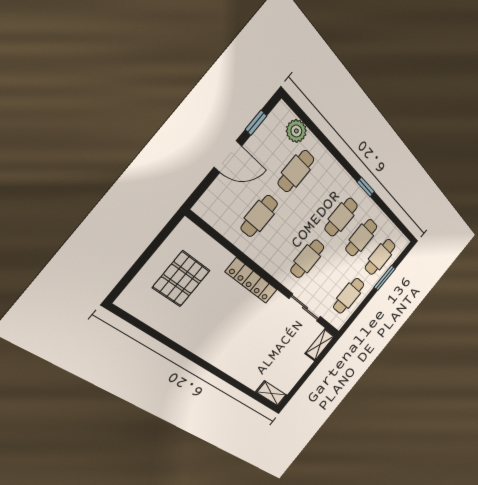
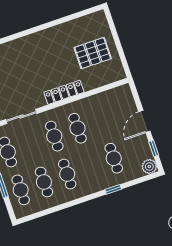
plant: (296, 131) -> (149, 167), moved
window: (366, 187) -> (113, 189), moved
cafe table: (259, 216) -> (78, 128), moved
pallet: (181, 279) -> (93, 53), turned 90

